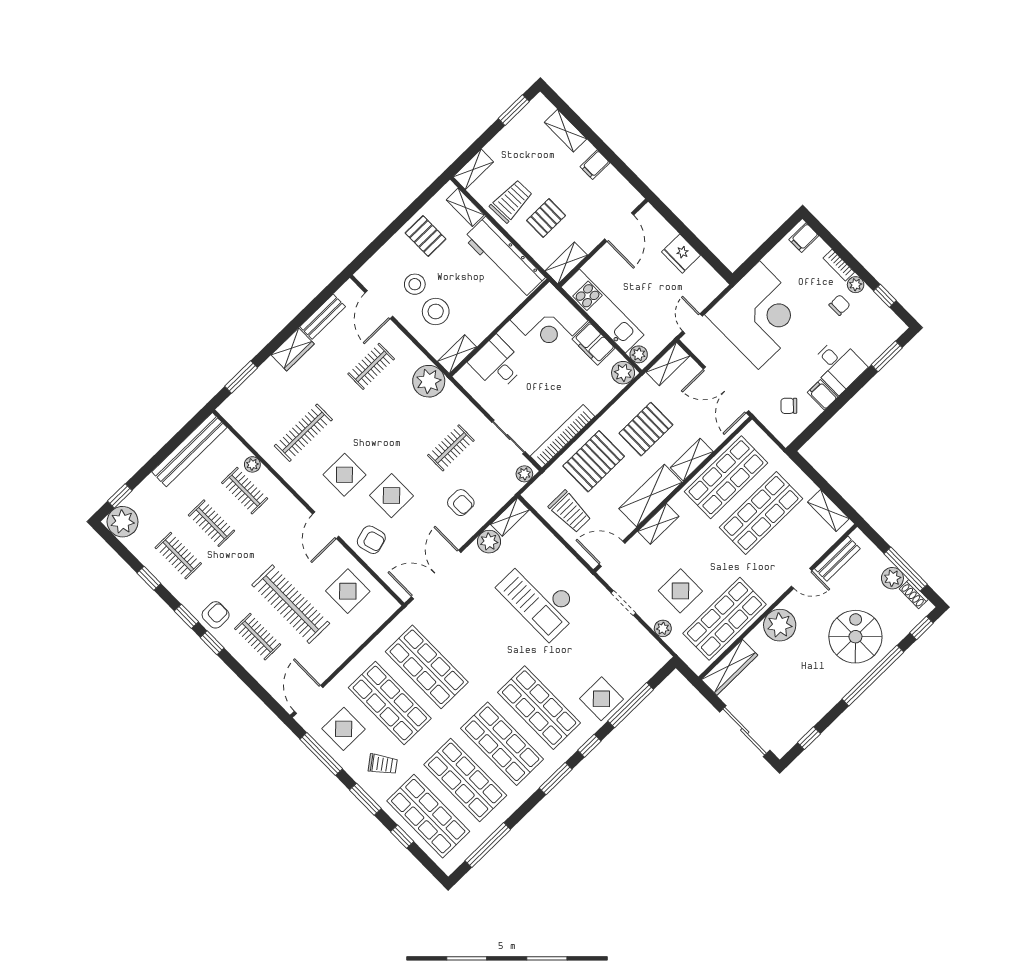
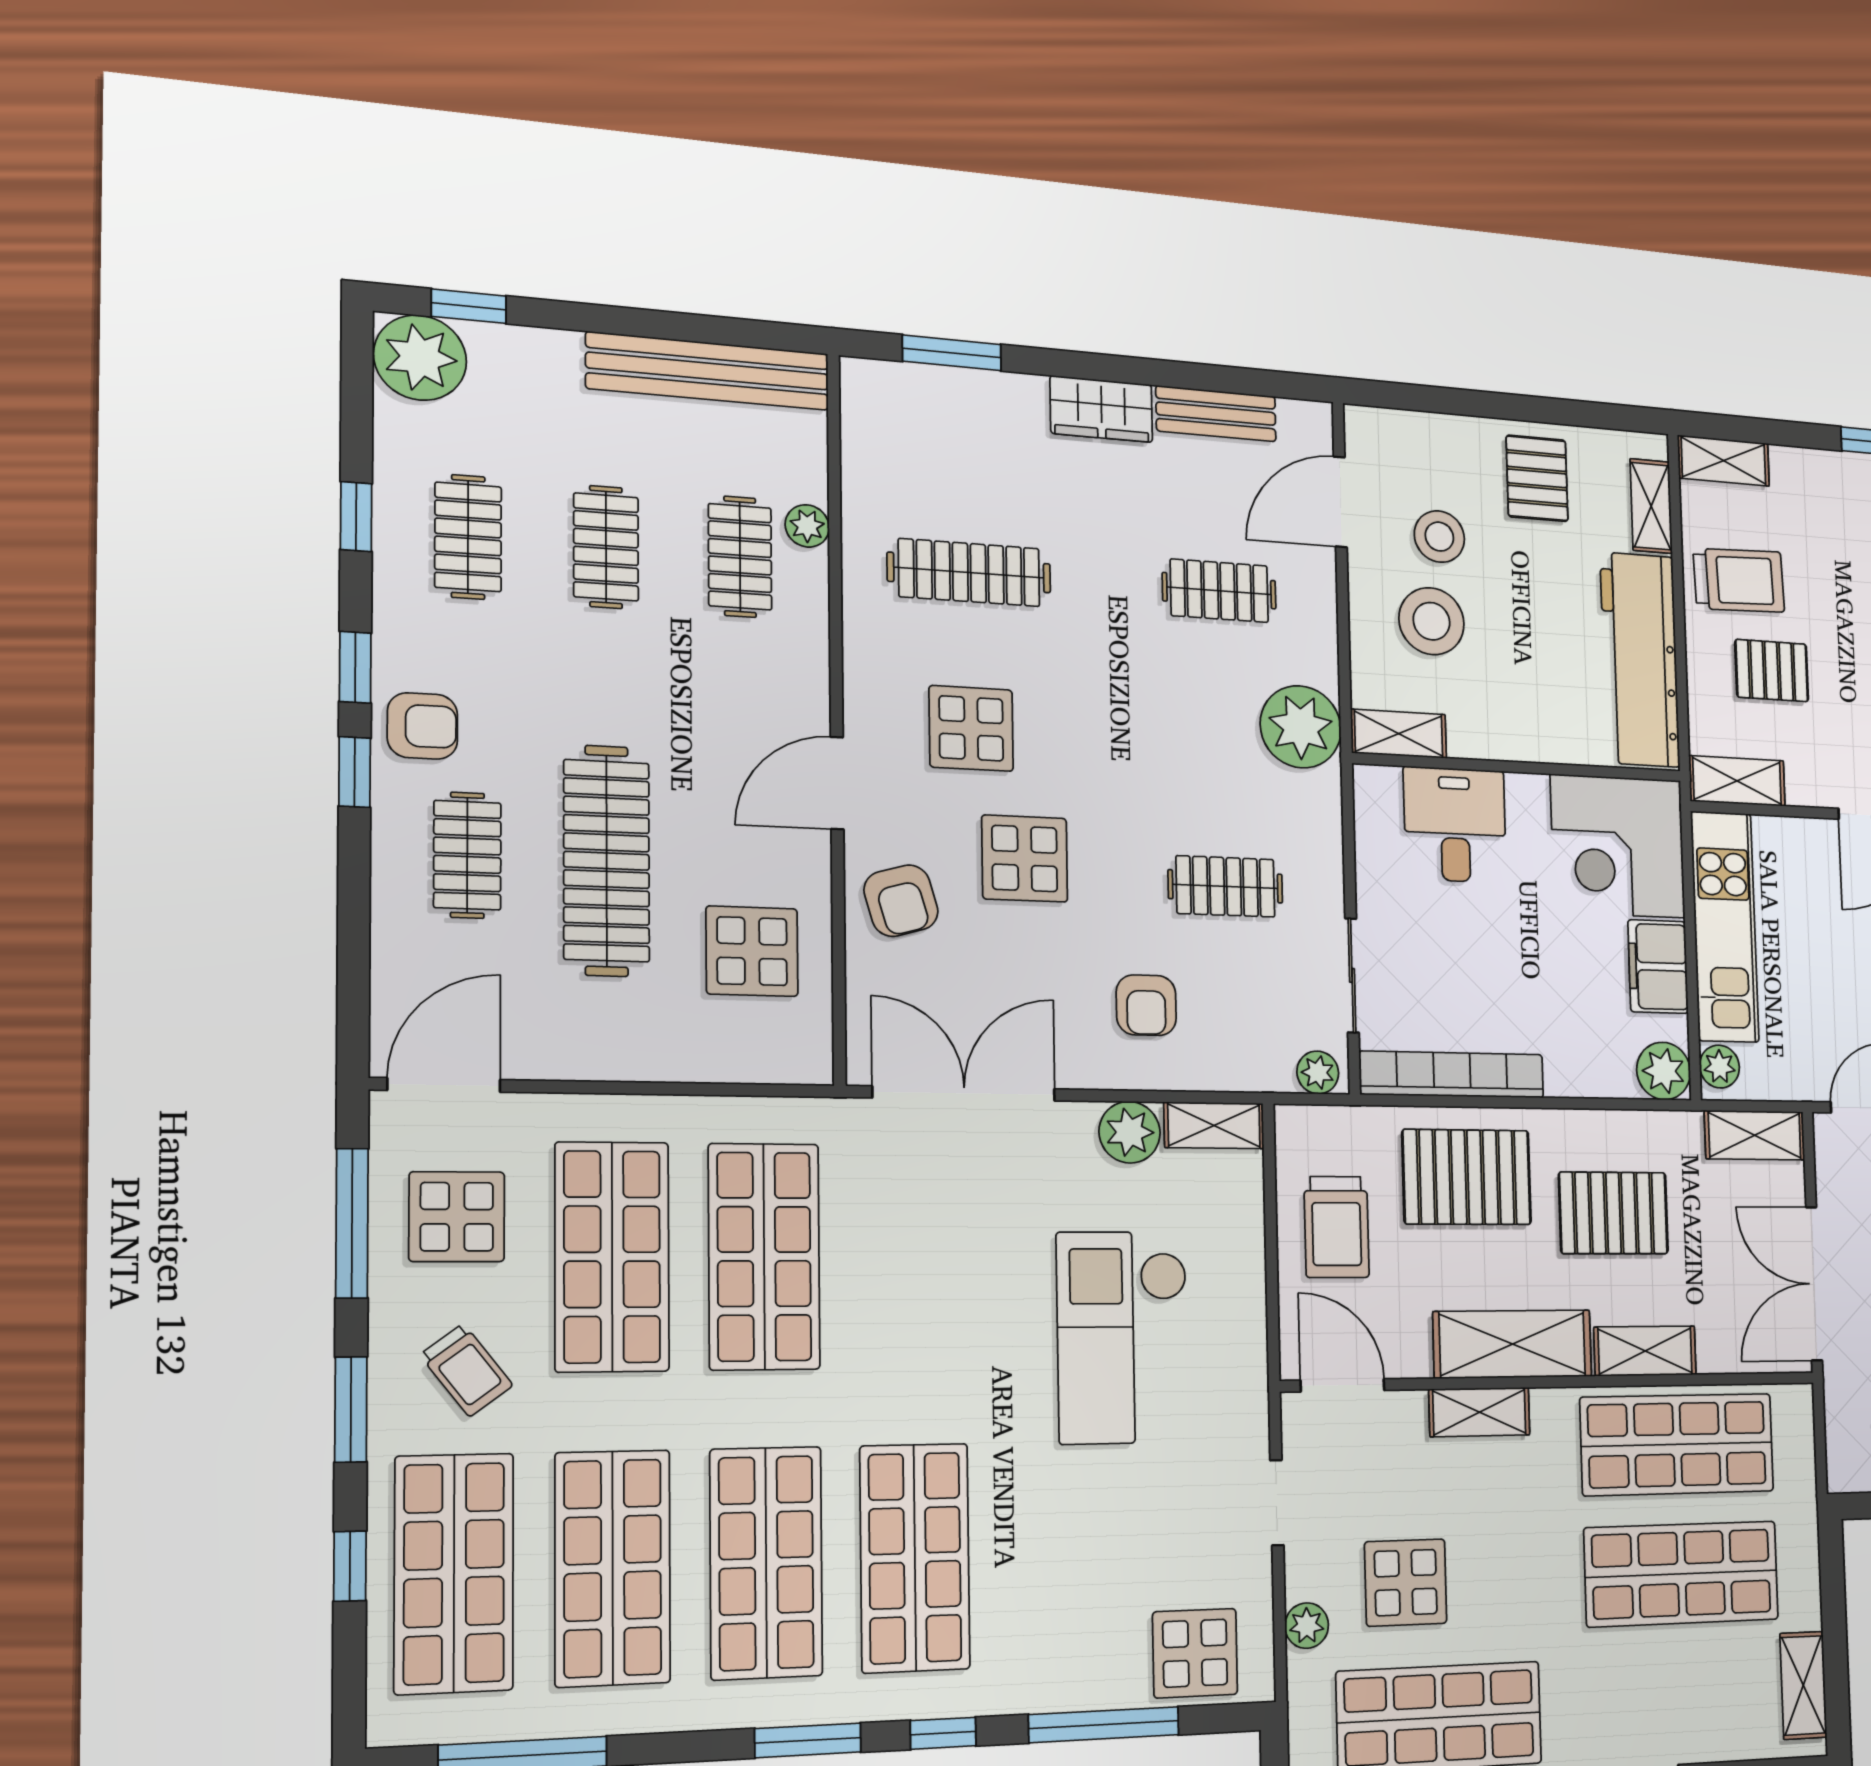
display table: (601, 699) -> (1195, 1653), moved

